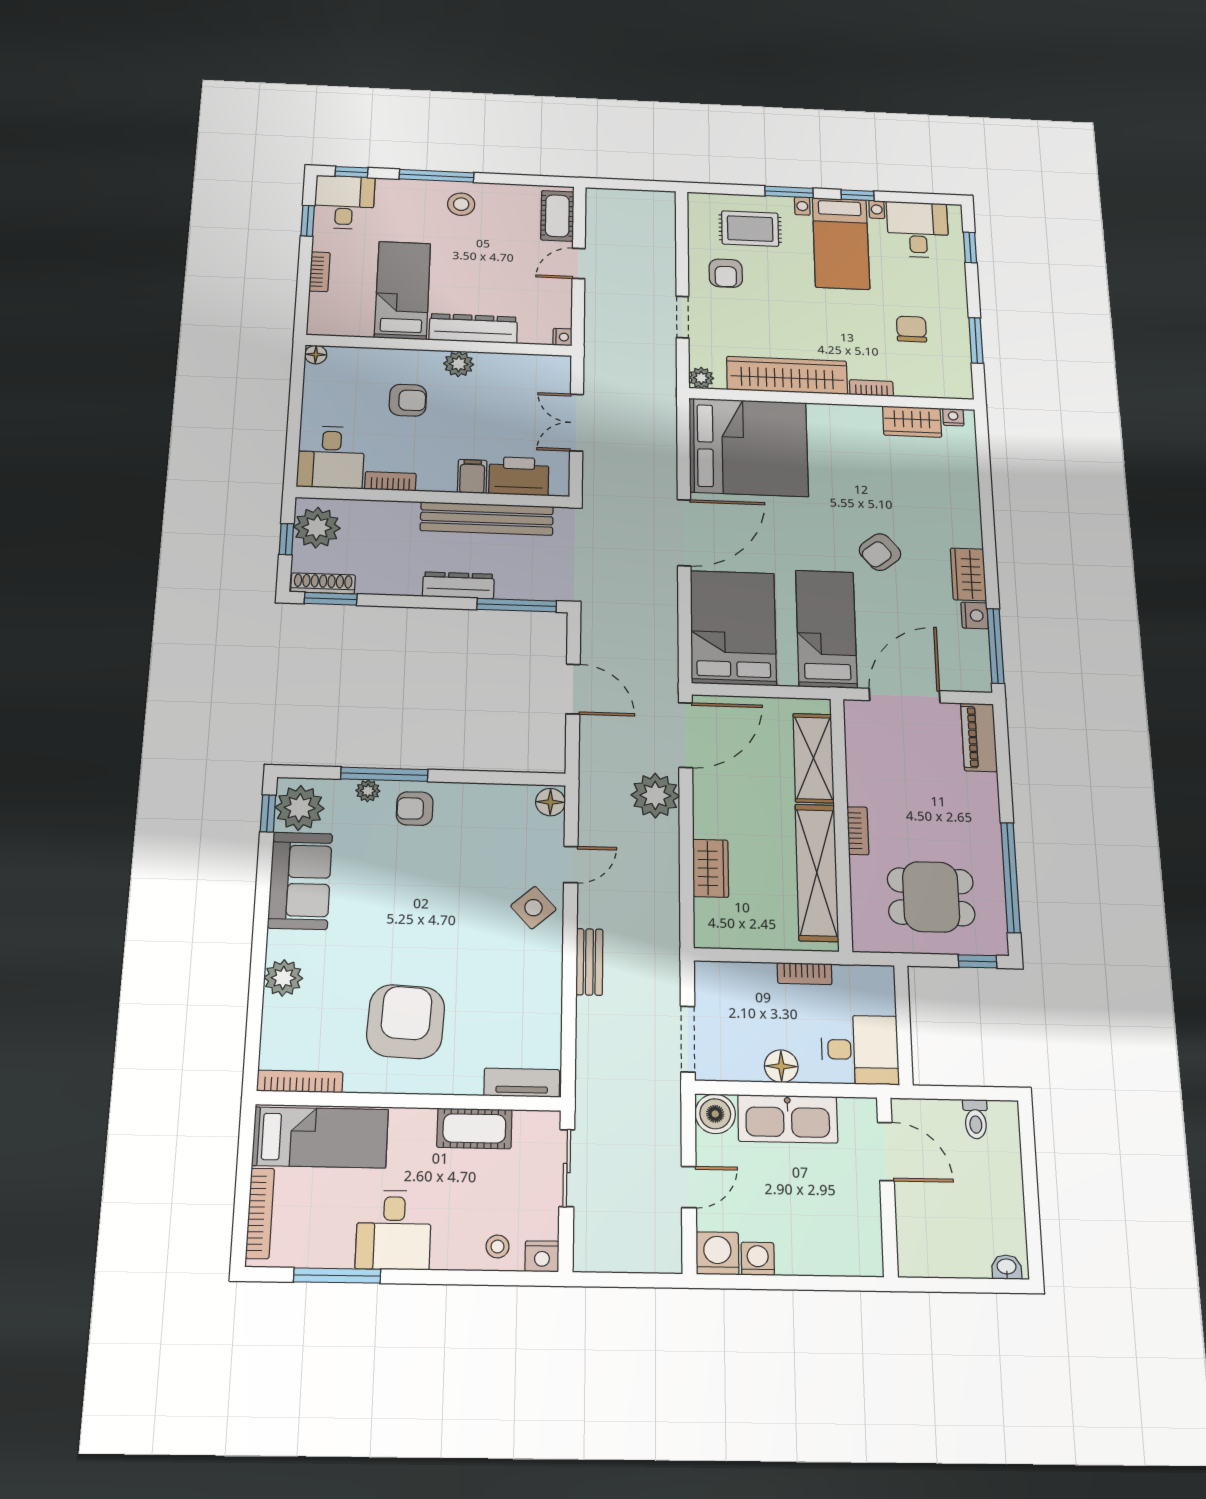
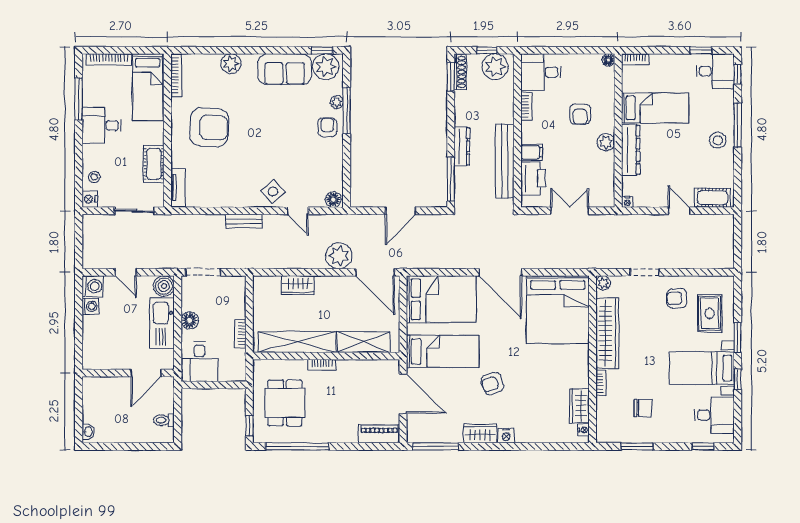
bookcase: (320, 272) -> (635, 59), moved
armchair: (880, 552) -> (492, 383), turned -71
nightstand: (975, 615) -> (506, 436), moved

